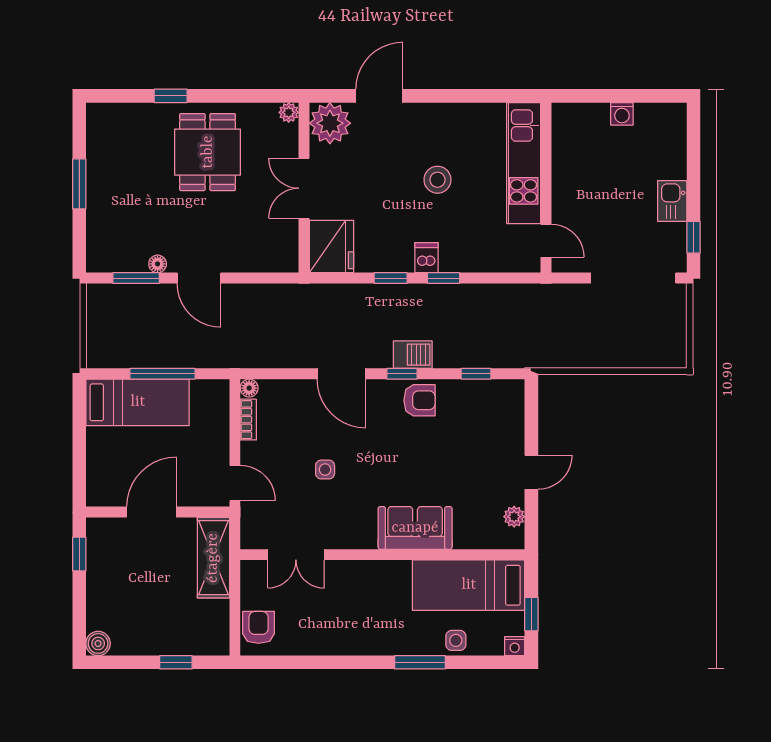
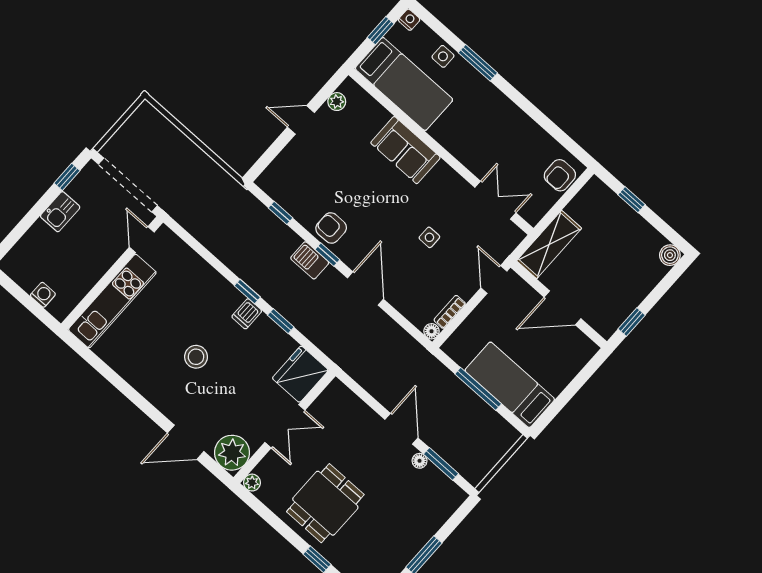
kitchen unit: (524, 163) -> (112, 301), moved
wall: (546, 188) -> (112, 273), moved
door: (546, 241) -> (142, 240), moved

